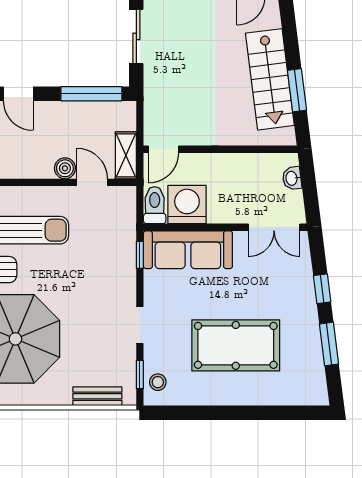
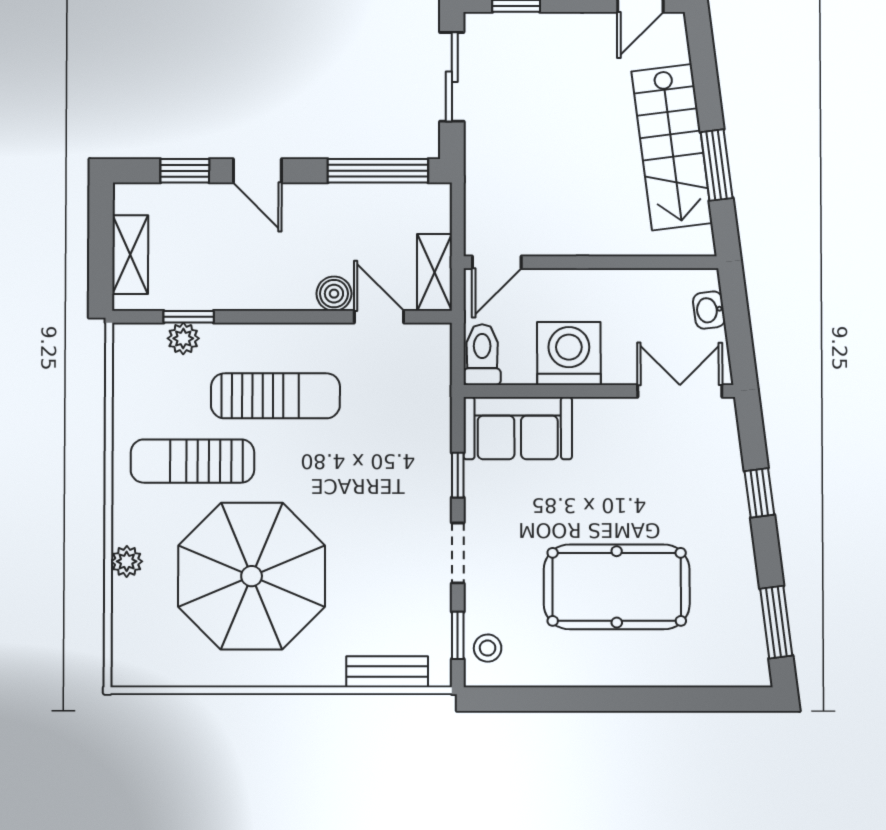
washing machine: (187, 205) -> (569, 353), moved
double door: (274, 227) -> (680, 391), swing flipped
sofa: (188, 250) -> (518, 428), width x0.73
window: (140, 255) -> (458, 475), moved
window: (329, 344) -> (776, 622), moved

